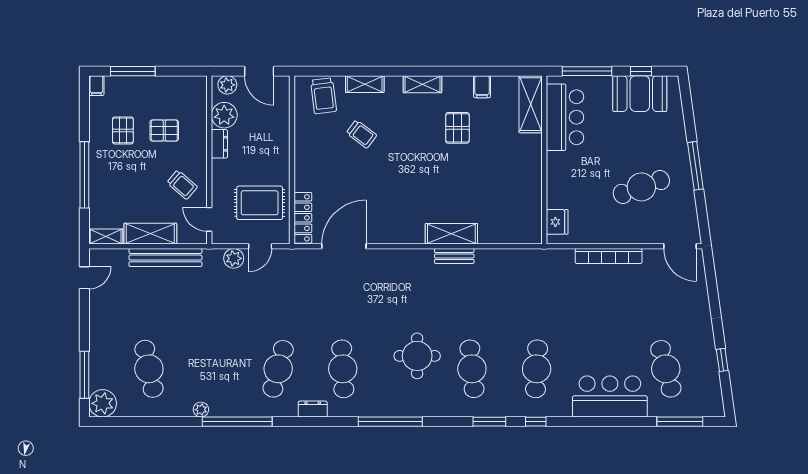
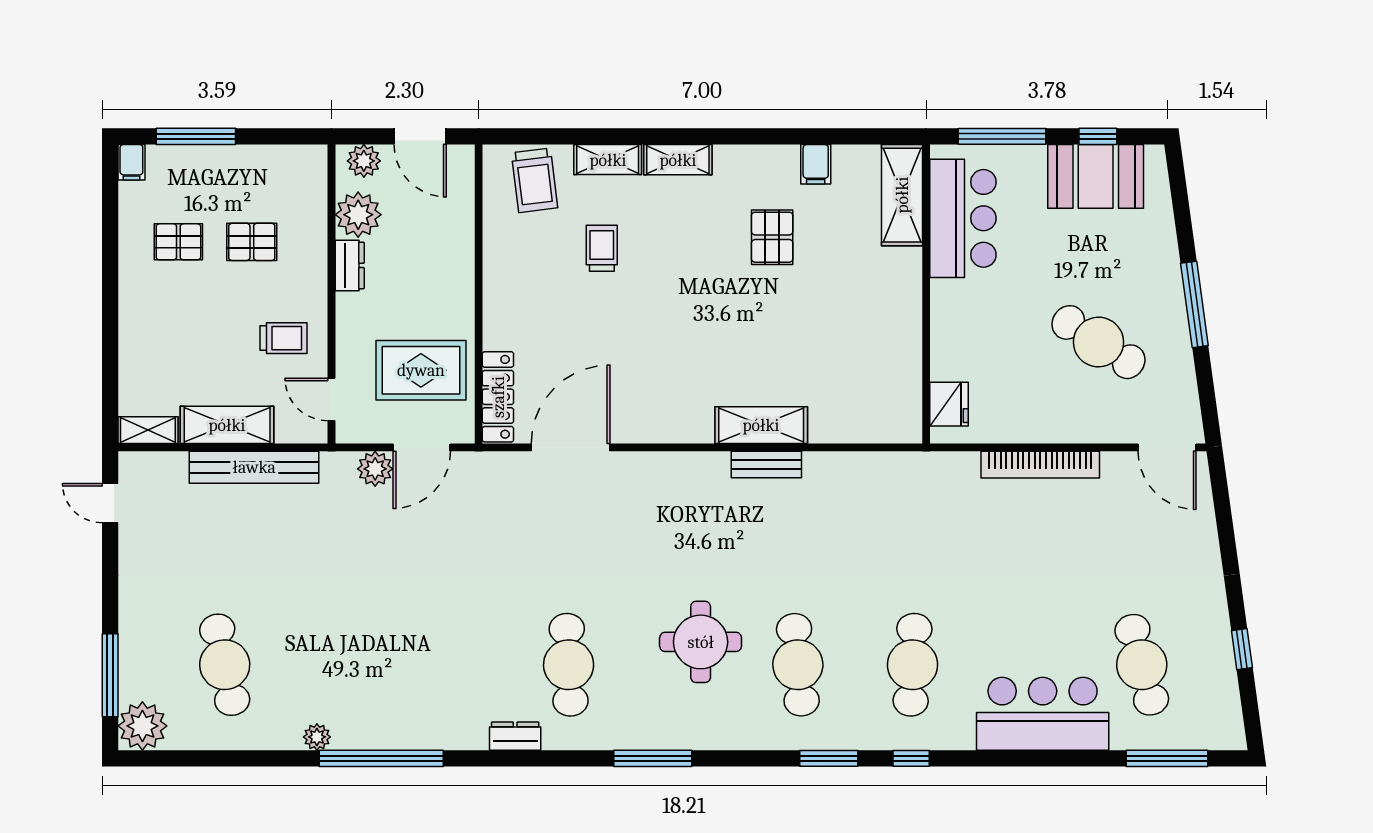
shelving: (422, 84) -> (678, 160), moved
pallet: (123, 130) -> (178, 242), turned 90
trolley: (361, 134) -> (602, 248), turned -127
window: (84, 175) -> (110, 321), removed
trolley: (182, 185) -> (283, 338), turned -41
cafe table: (641, 187) -> (1098, 342), turned 53
door: (260, 246) -> (422, 447), width x1.38
door: (84, 278) -> (110, 503), swing flipped
cafe table: (278, 369) -> (454, 665), removed
window: (390, 422) -> (653, 758), width x0.68

